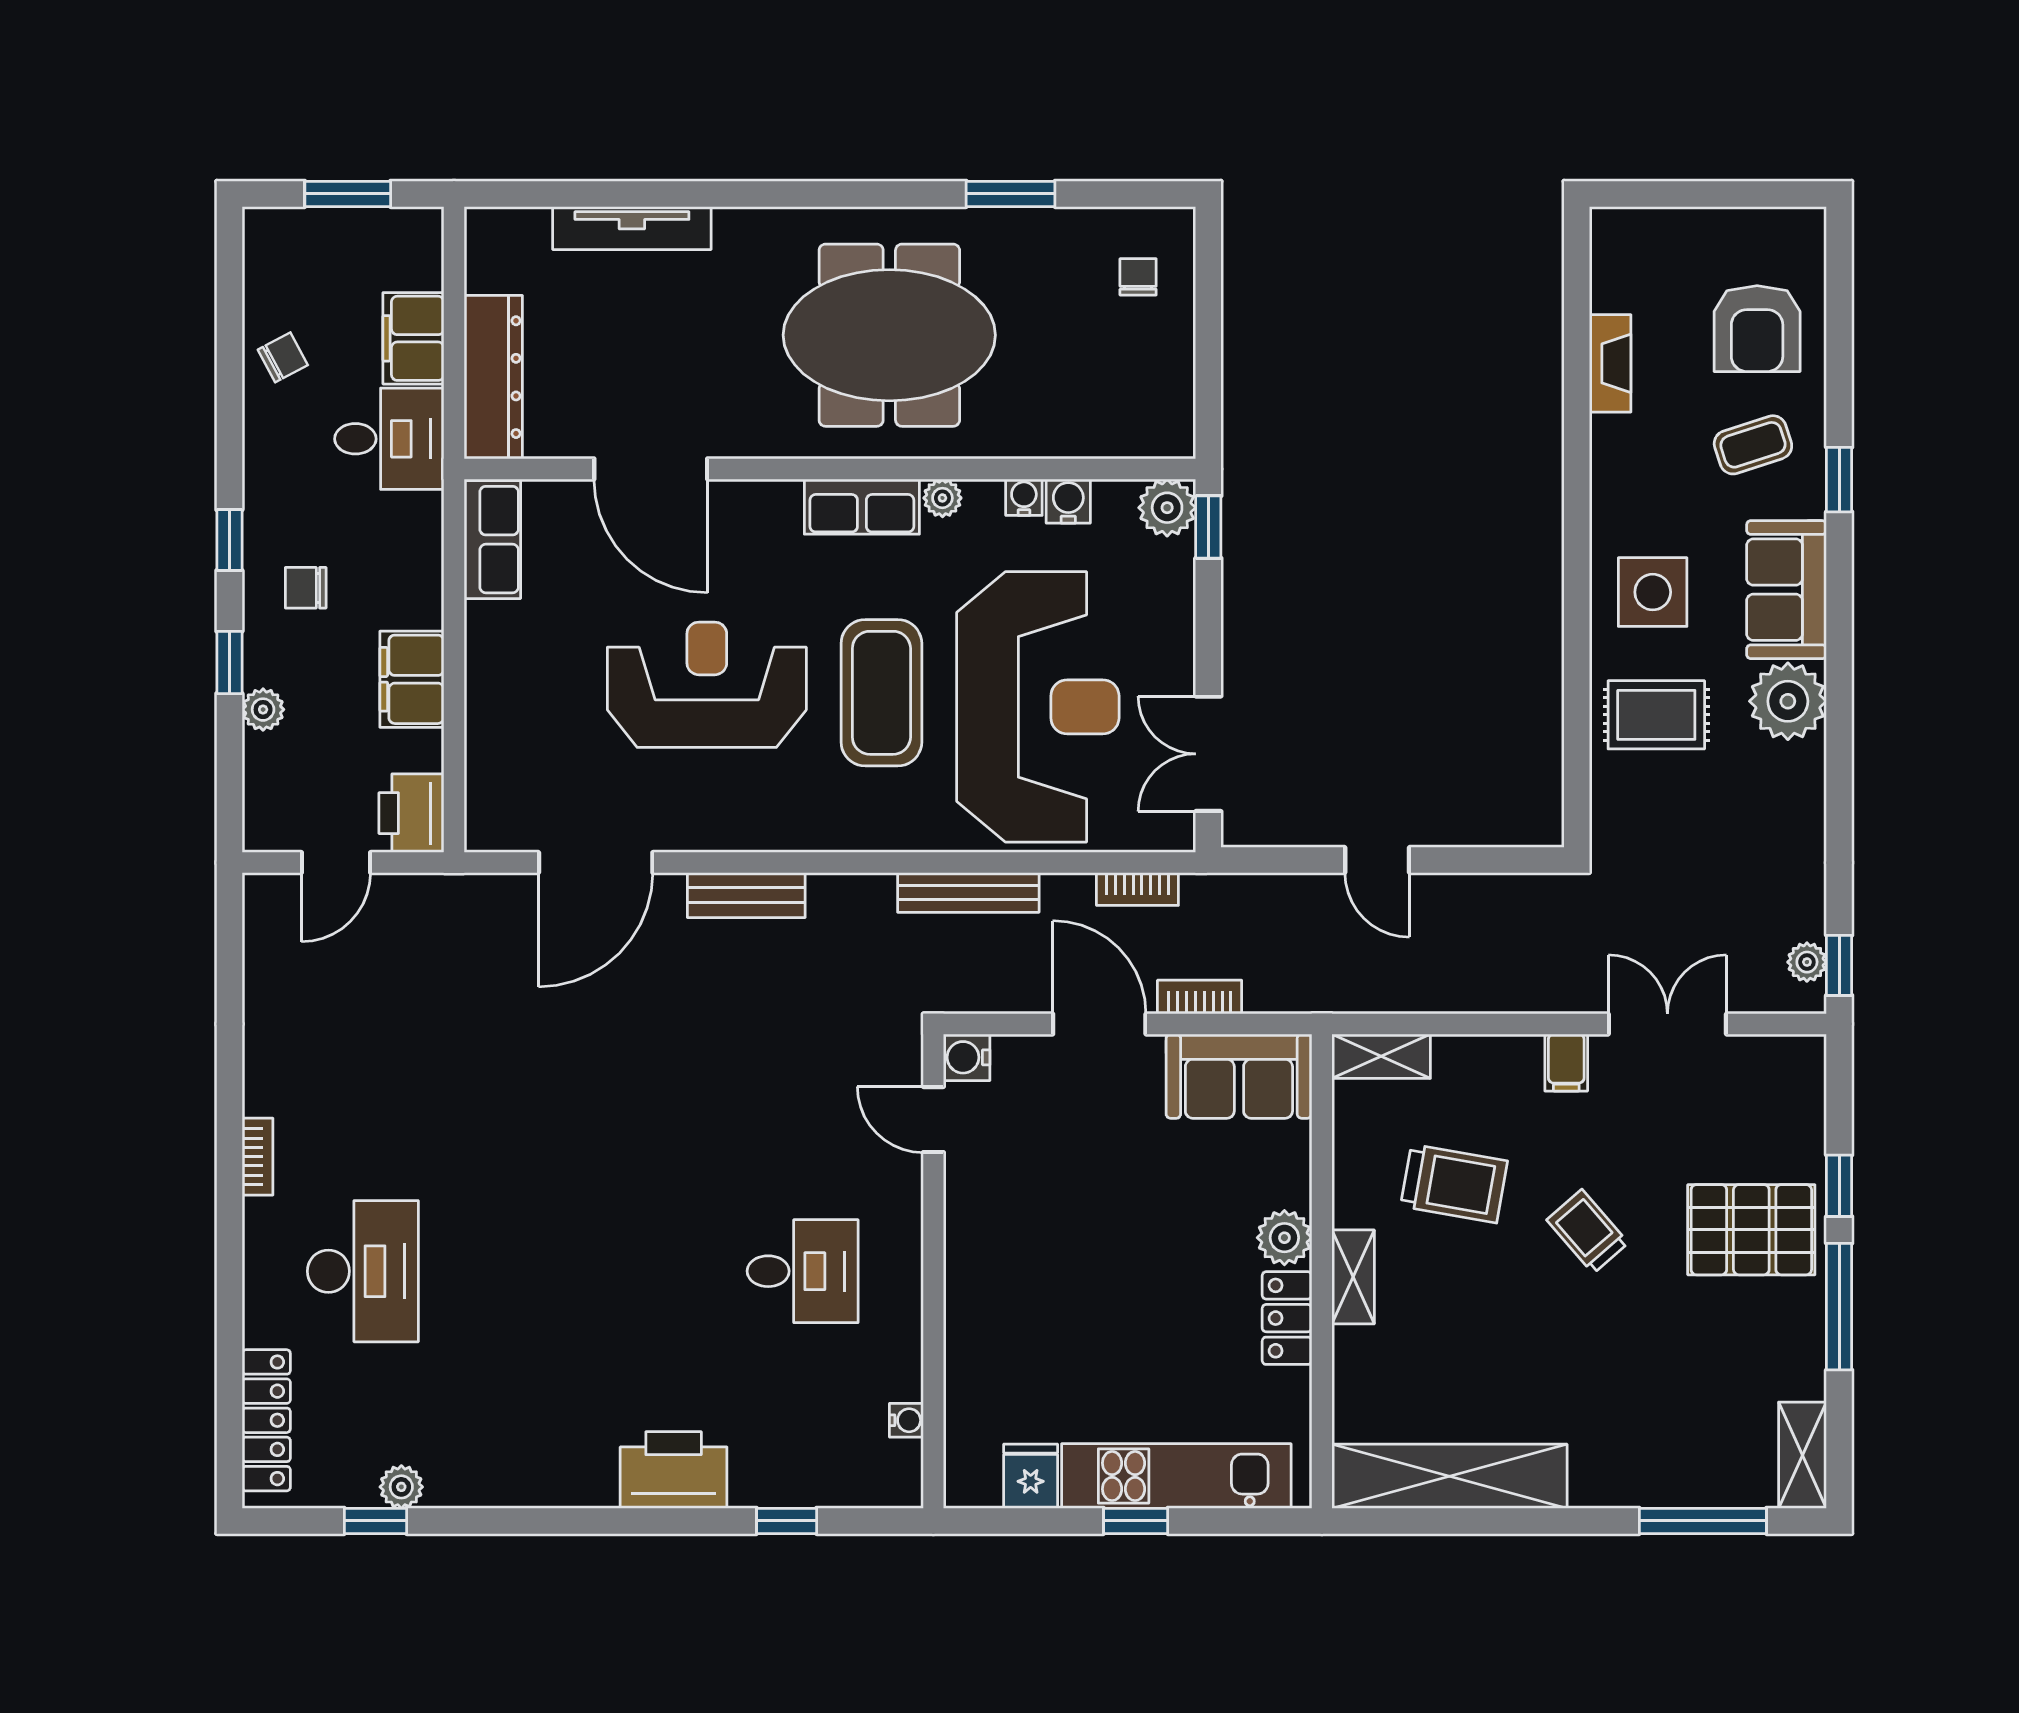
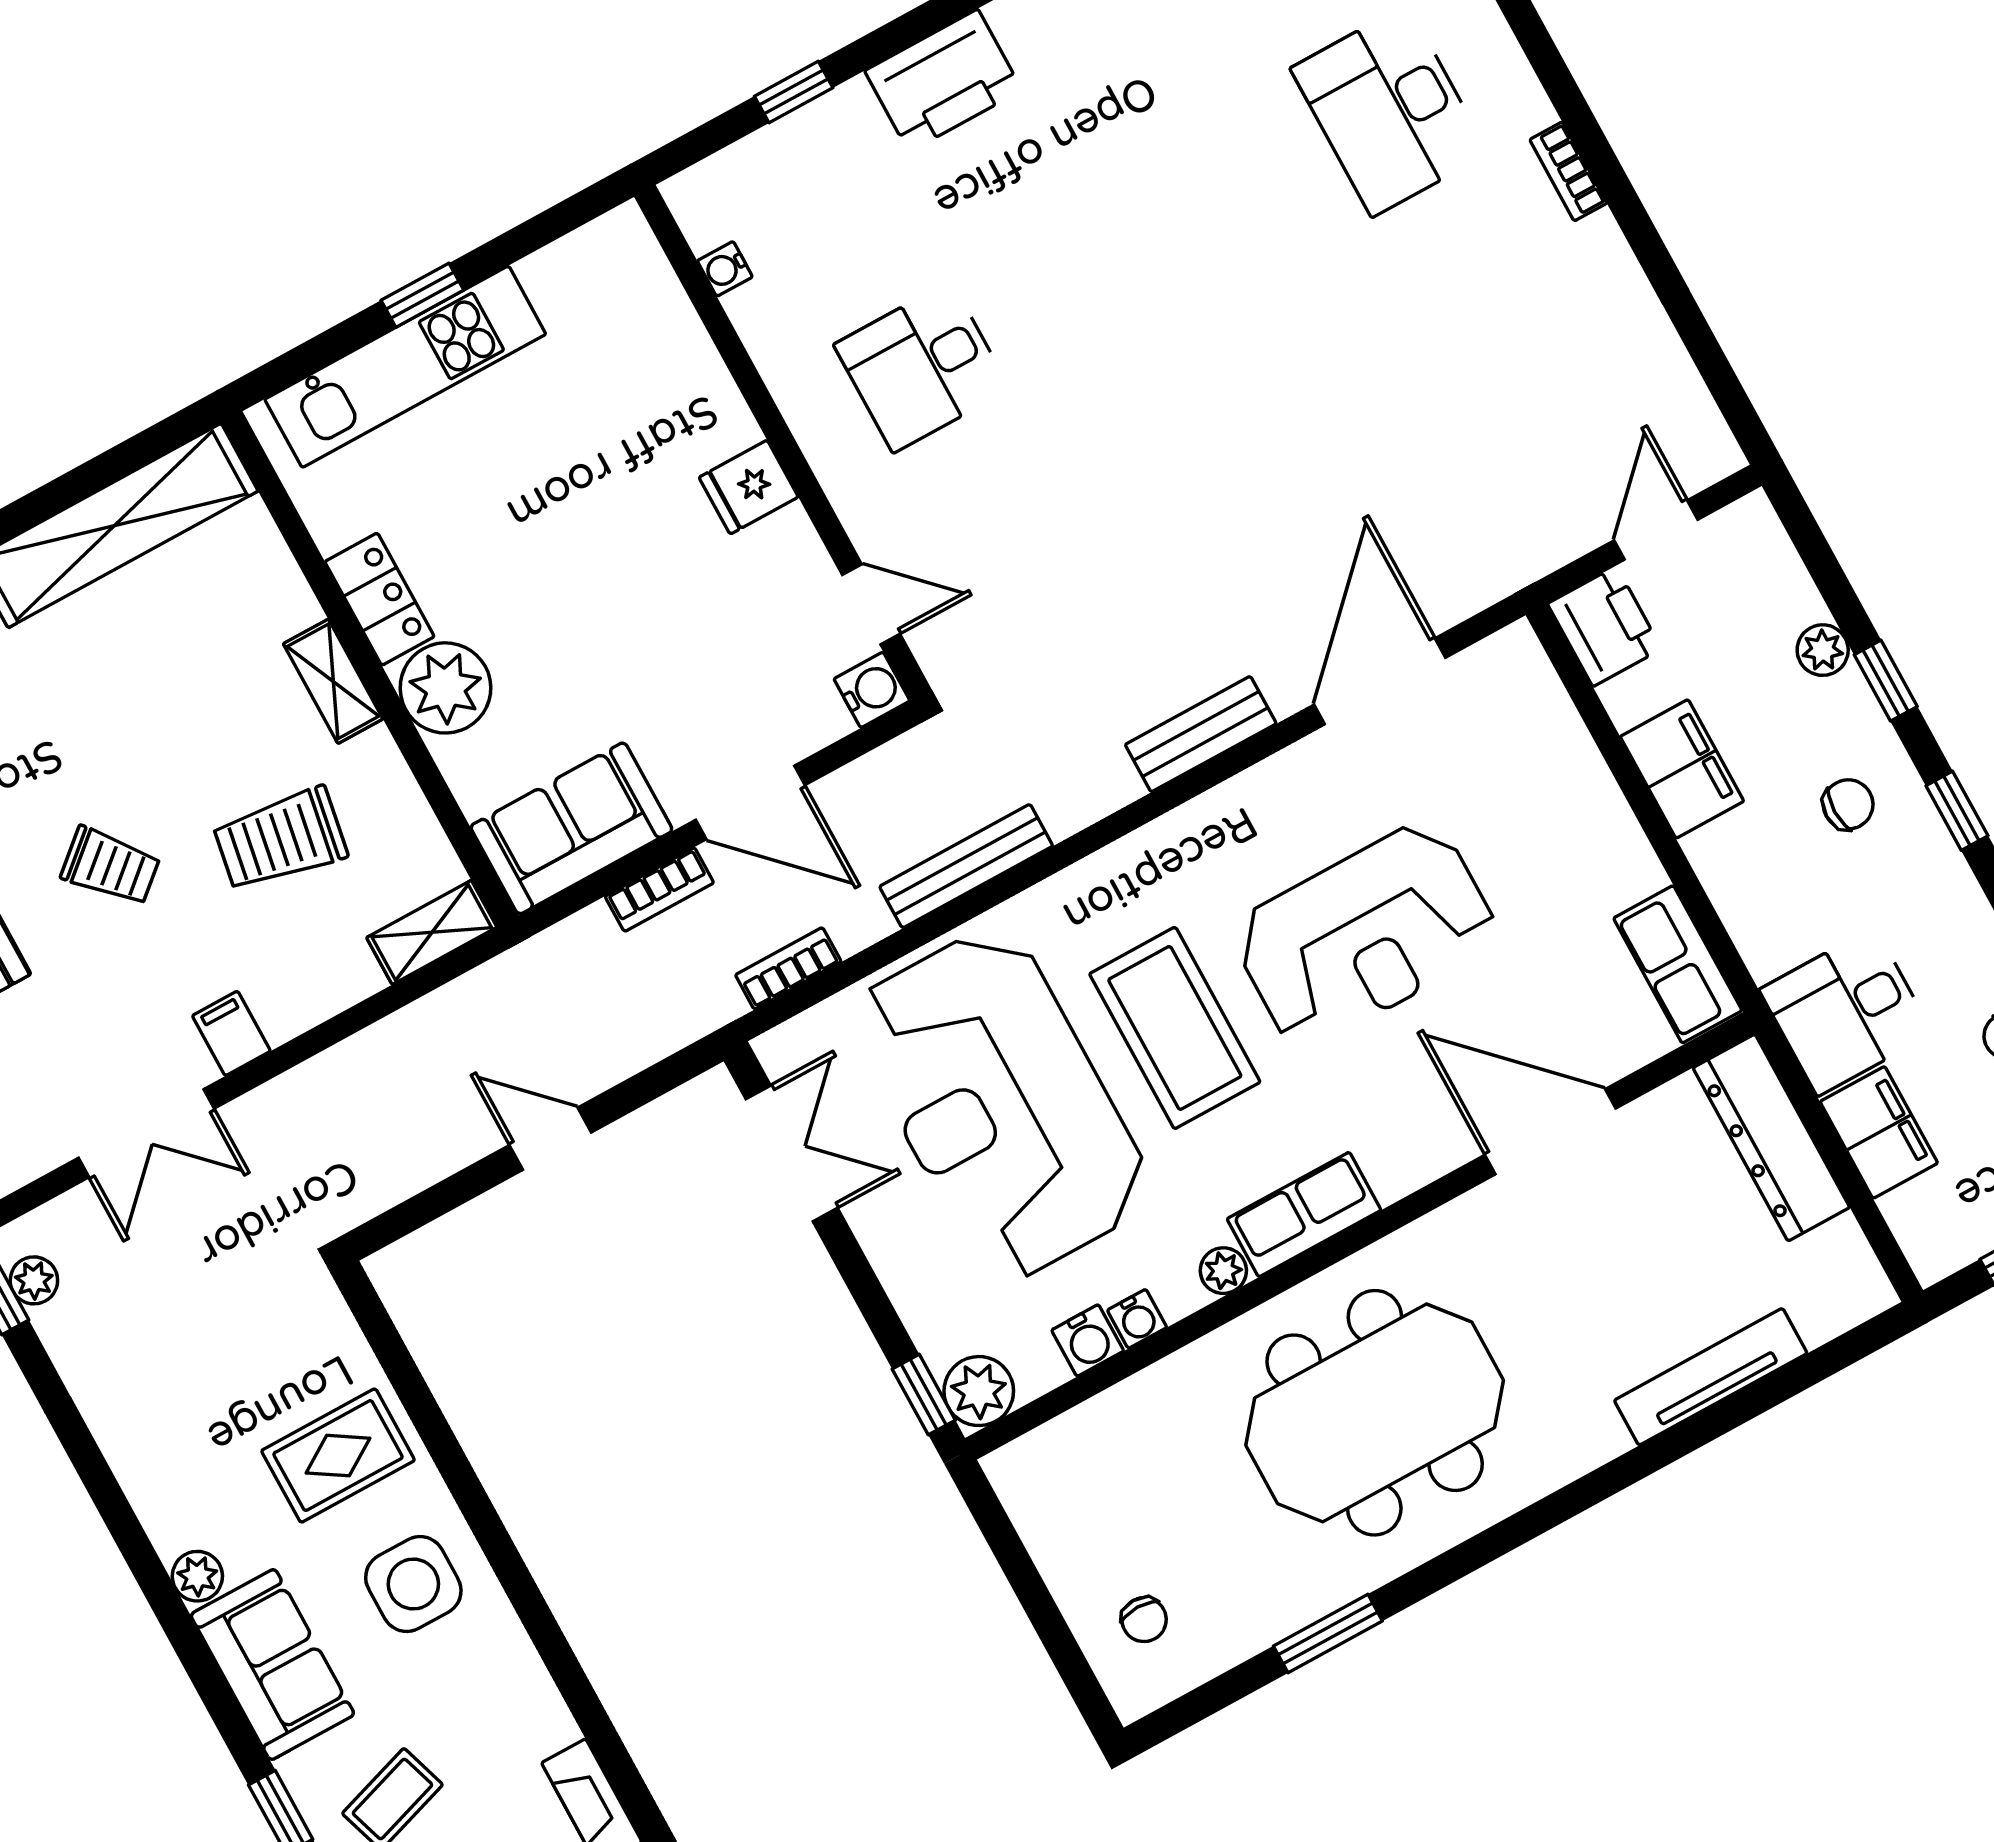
plant: (1788, 701) -> (197, 1576), width x0.53, depth x0.53
plant: (1284, 1238) -> (445, 688), width x1.36, depth x1.36
fridge: (1031, 1476) -> (749, 487), moved, turned 90

